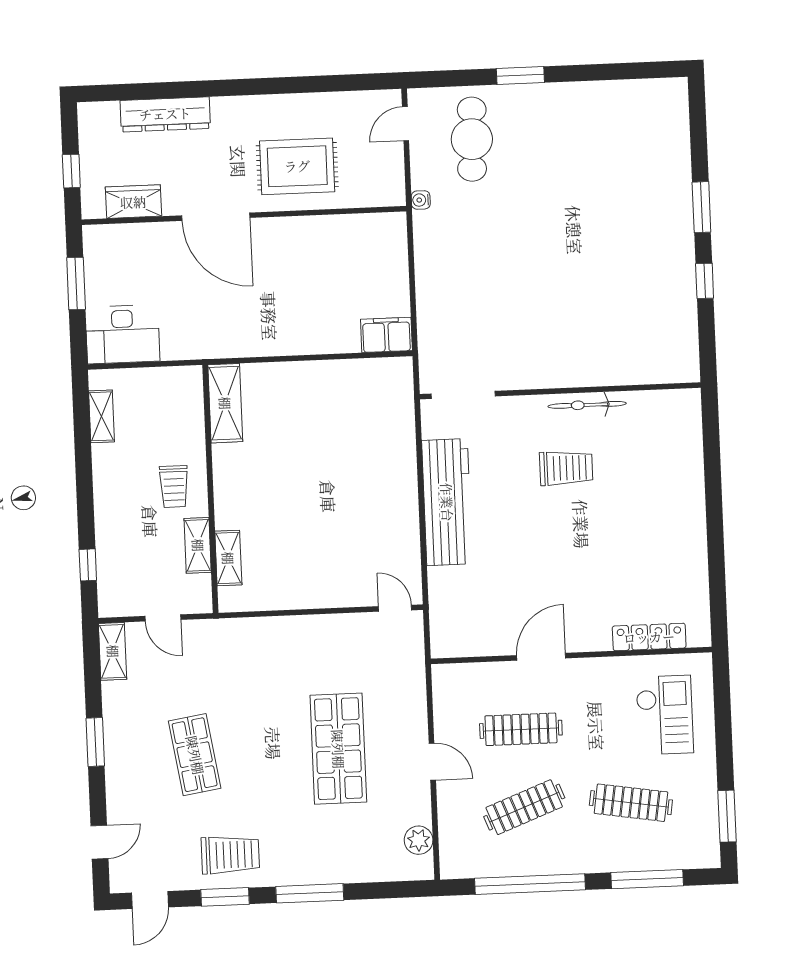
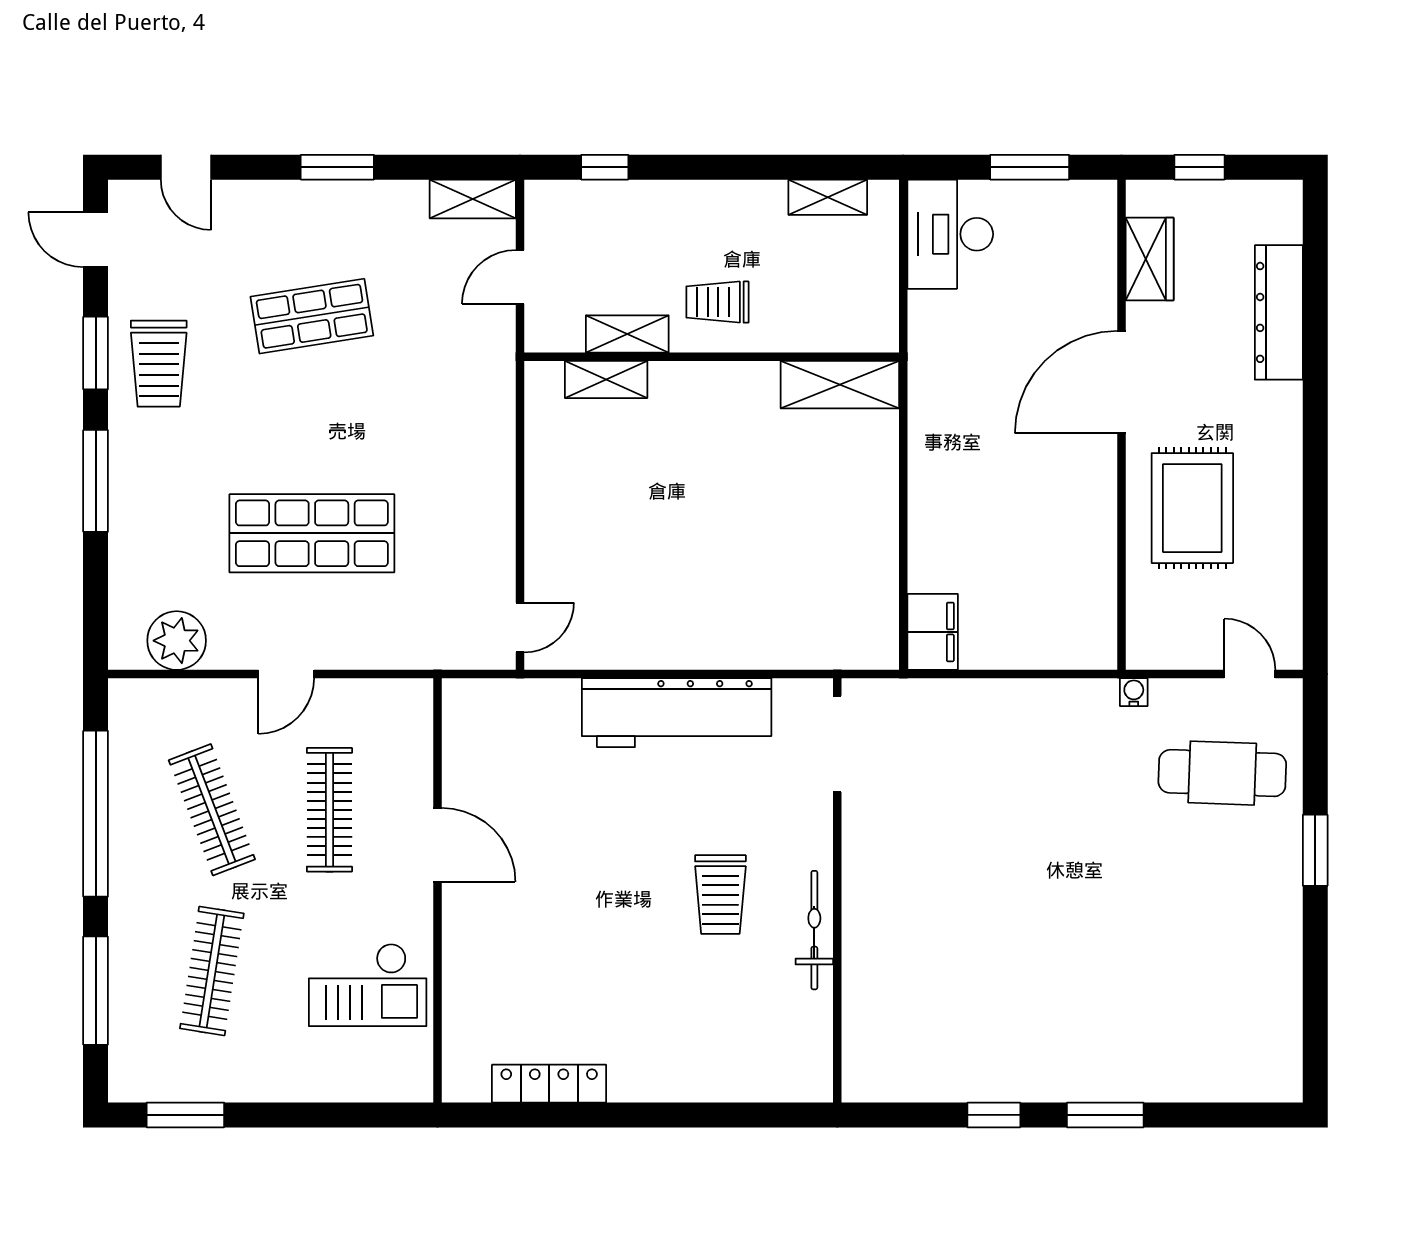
locker: (649, 637) -> (549, 1084), moved, turned -90
checkout: (665, 715) -> (368, 985), moved
plant: (419, 840) -> (177, 641), width x1.36, depth x1.36

